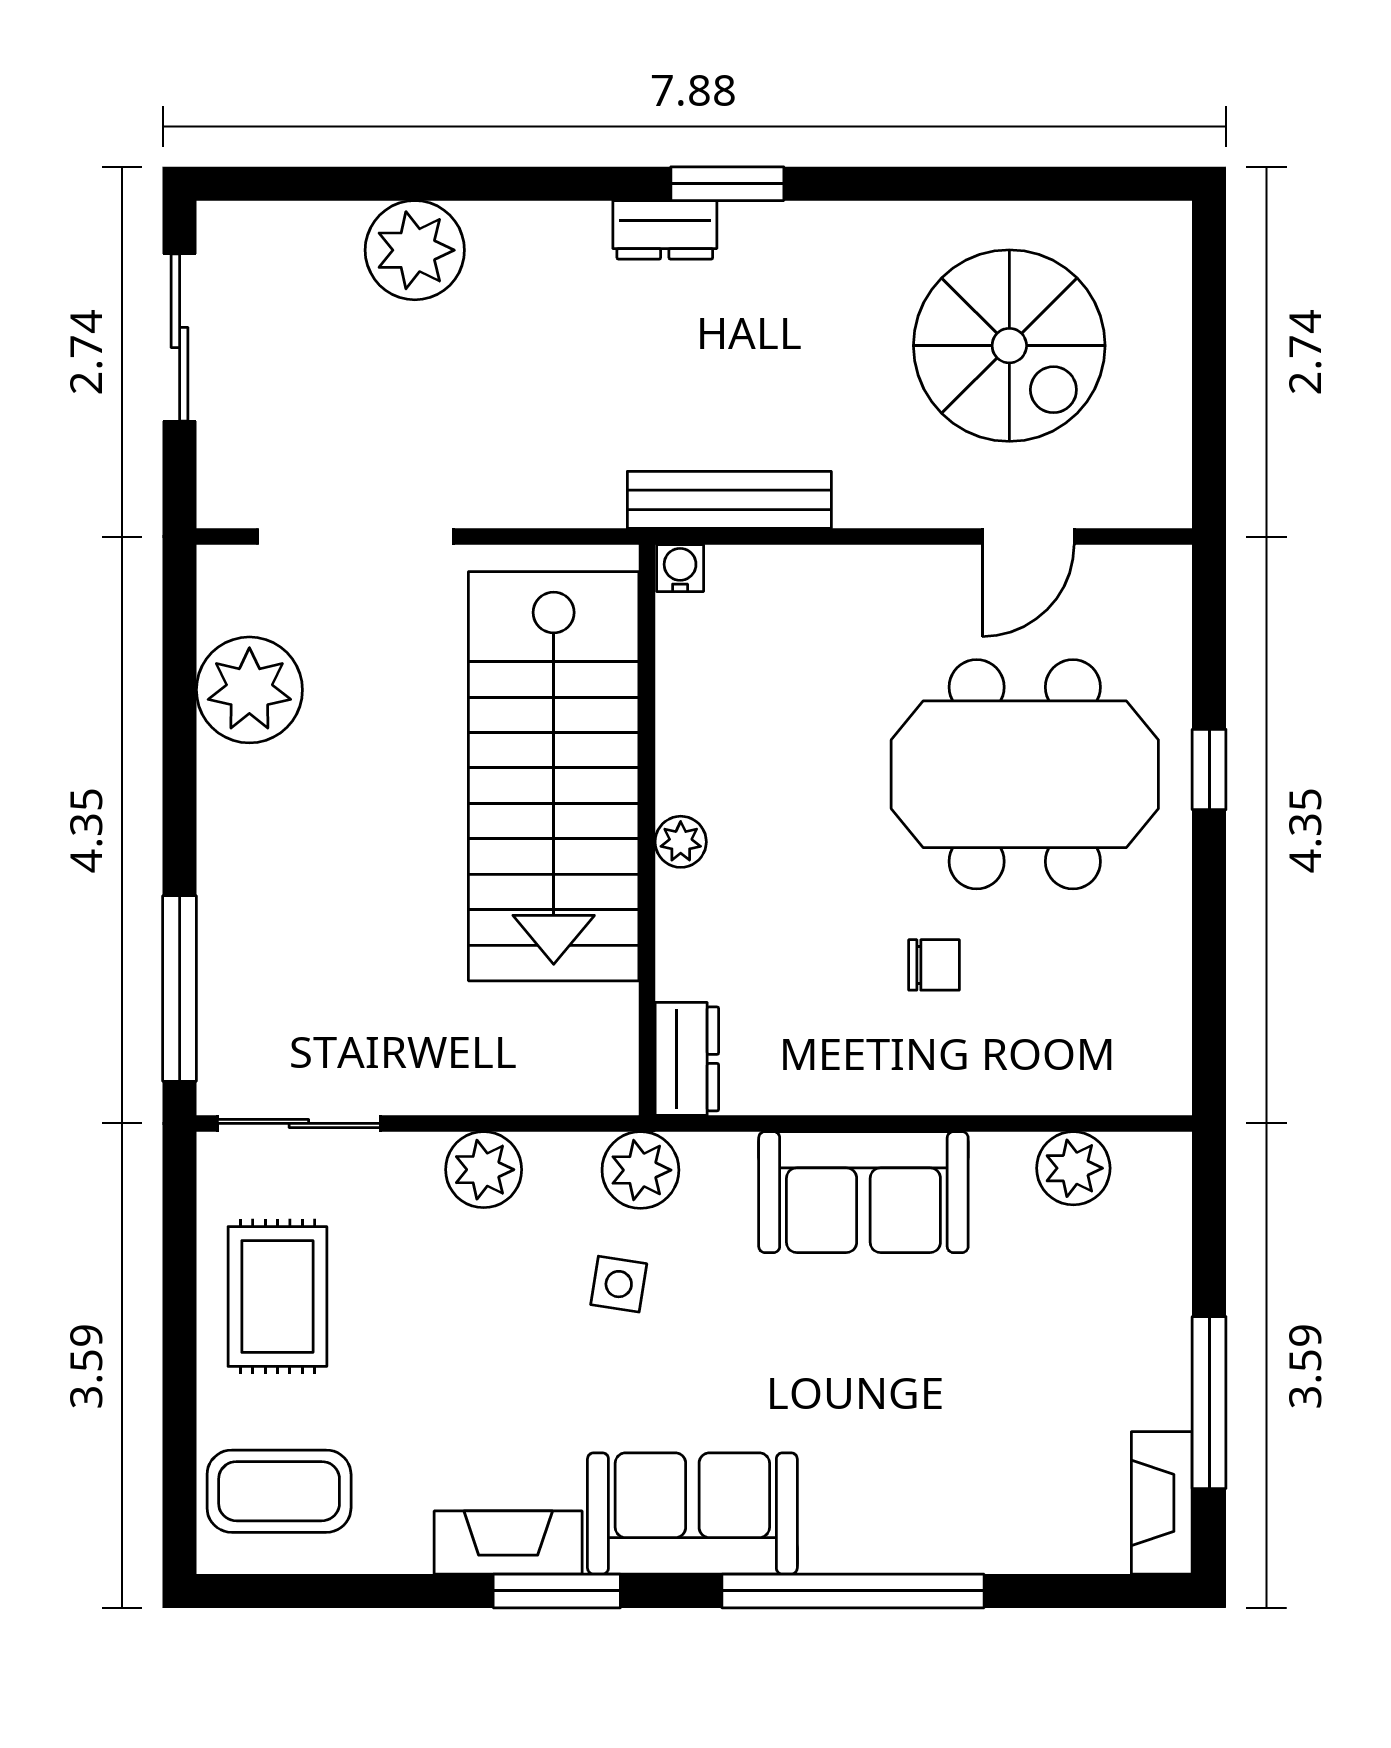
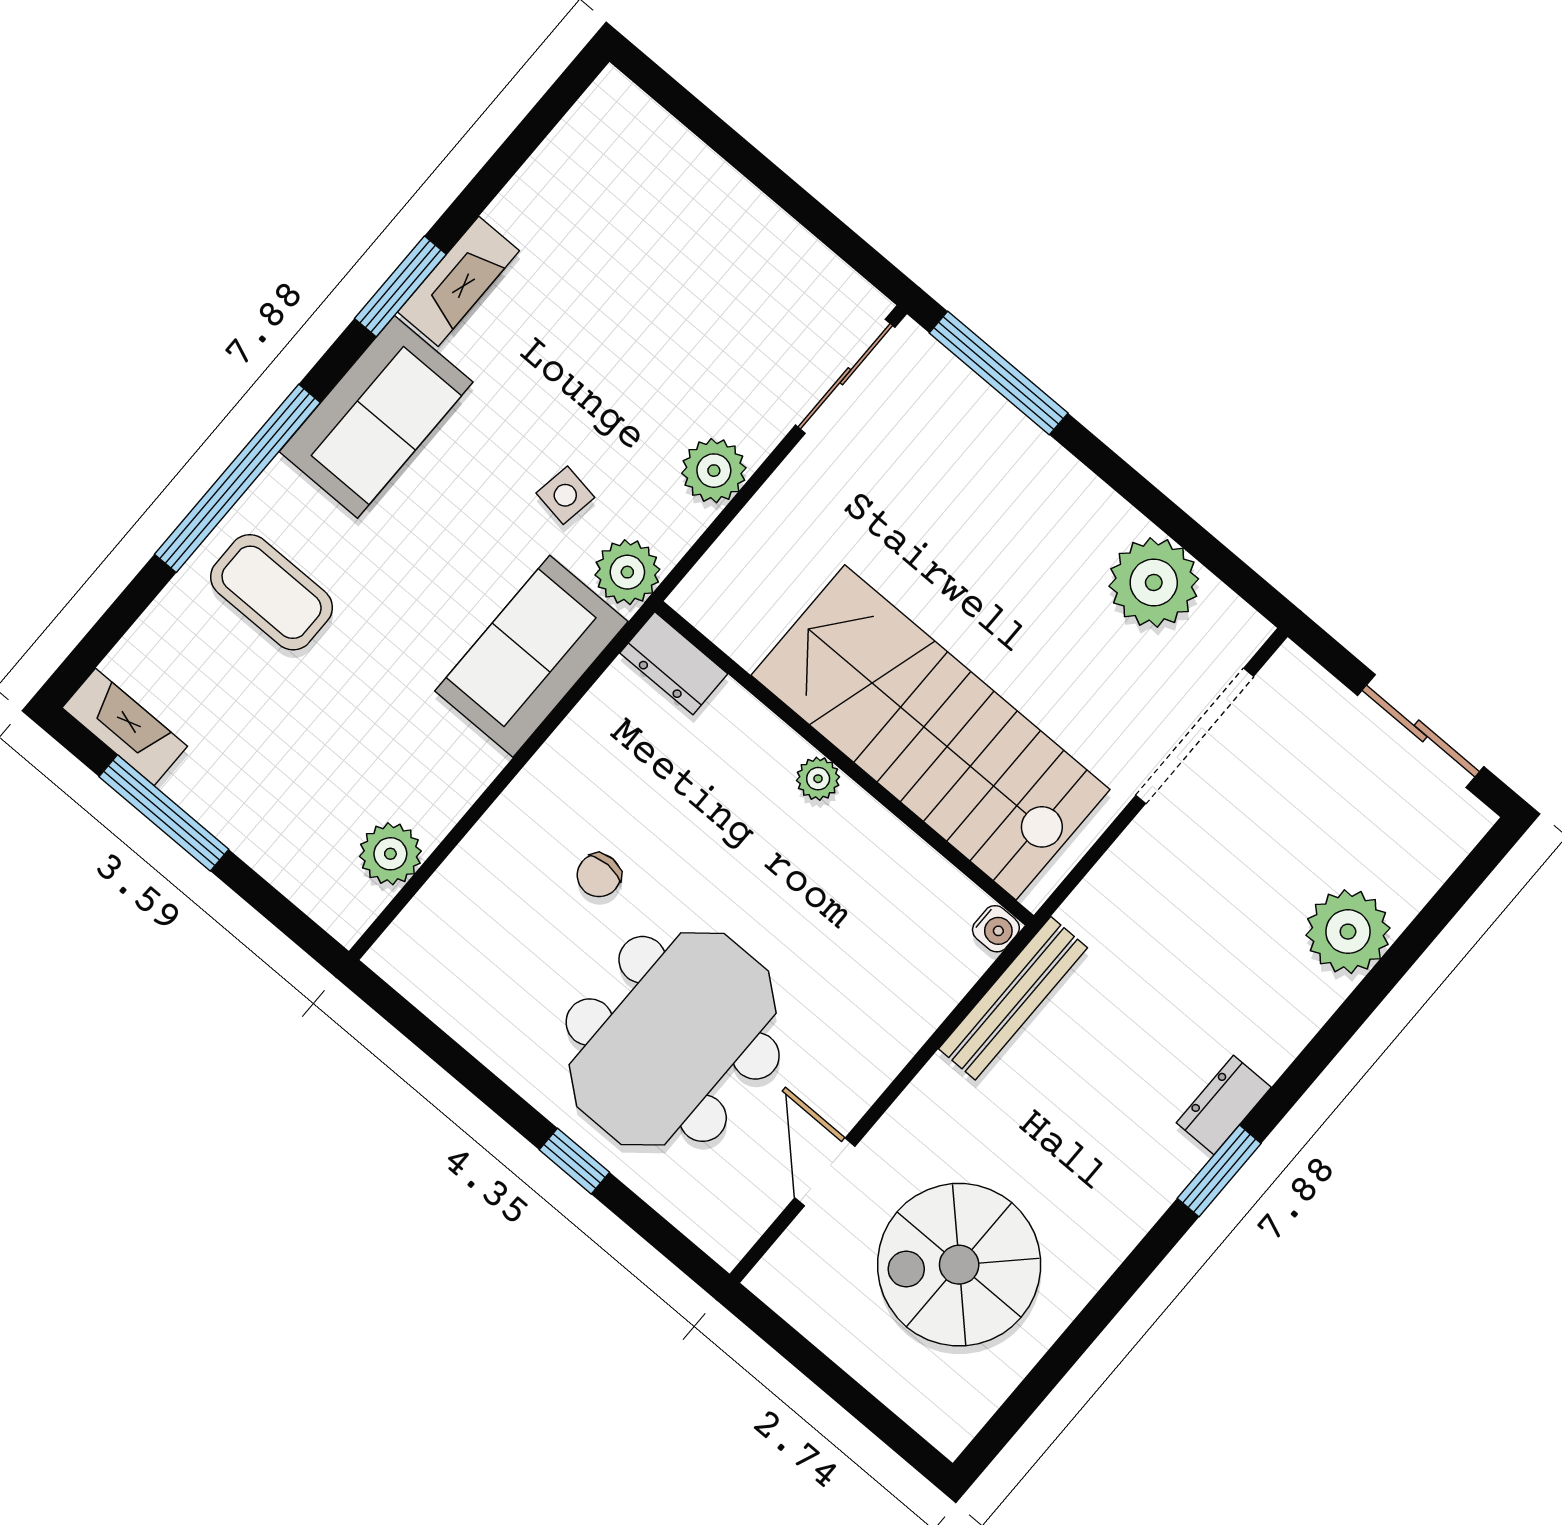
sofa: (863, 1192) -> (531, 656), moved
rug: (277, 1296) -> (745, 267), removed
coffee table: (279, 1491) -> (272, 592), moved, turned 90

